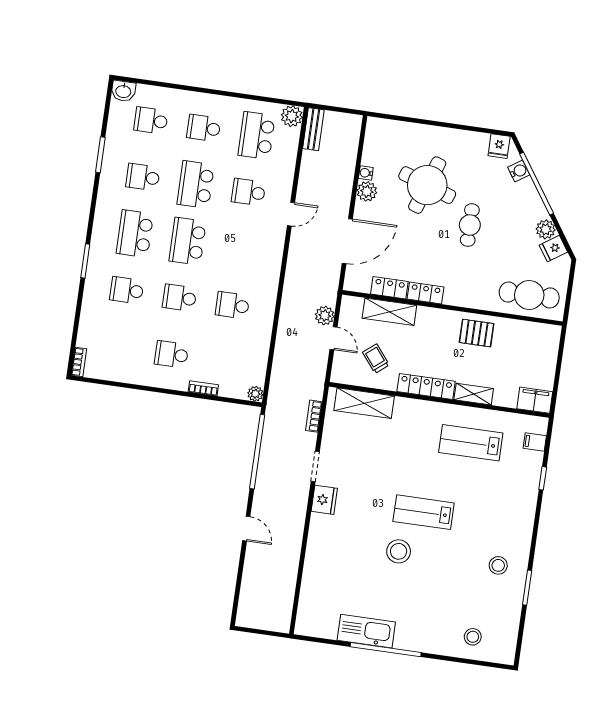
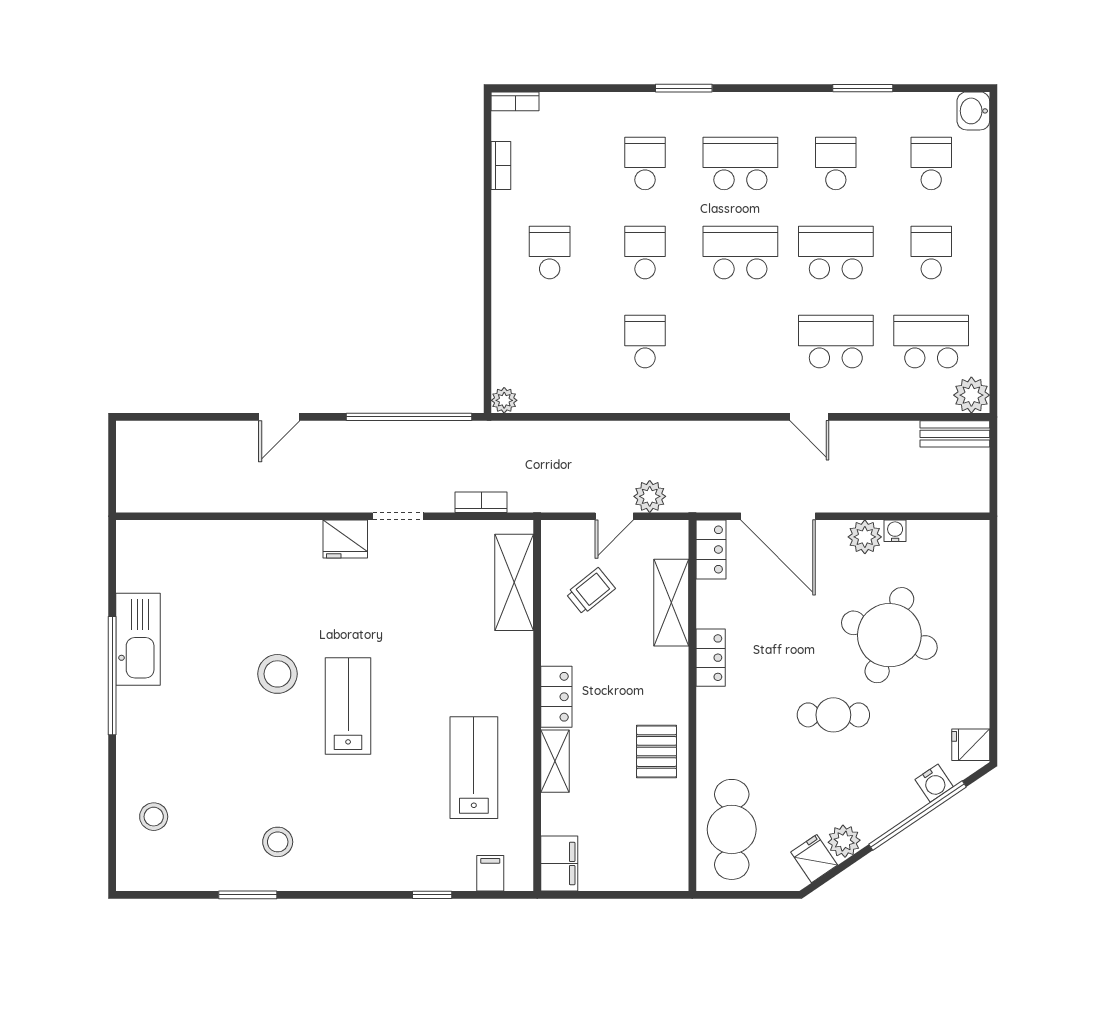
school desk: (249, 192) -> (836, 342), width x1.85
locker: (389, 288) -> (711, 550), moved
locker: (426, 386) -> (556, 697), width x0.66
bookcase: (203, 388) -> (501, 166), moved

